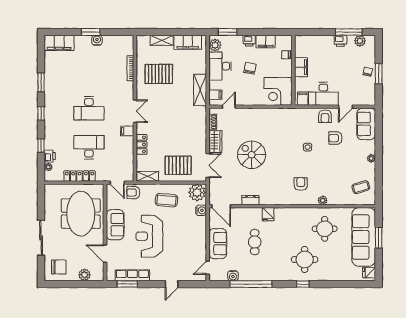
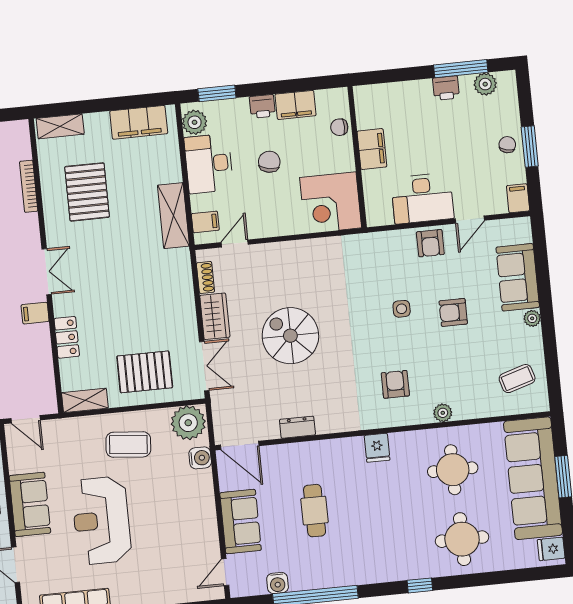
shelving: (162, 40) -> (60, 126), moved
pallet: (159, 74) -> (87, 192), turned 90
filing cabinet: (303, 99) -> (518, 198), moved
sofa: (366, 124) -> (518, 277), moved
armchair: (336, 138) -> (453, 312), moved
armchair: (133, 193) -> (60, 436), removed
fridge: (268, 214) -> (377, 448), moved
round table: (305, 259) -> (462, 539), moved

